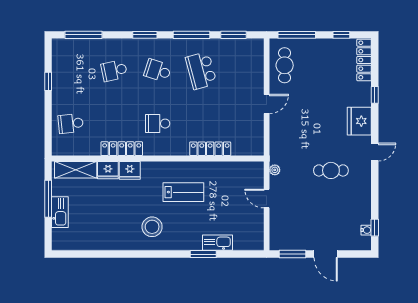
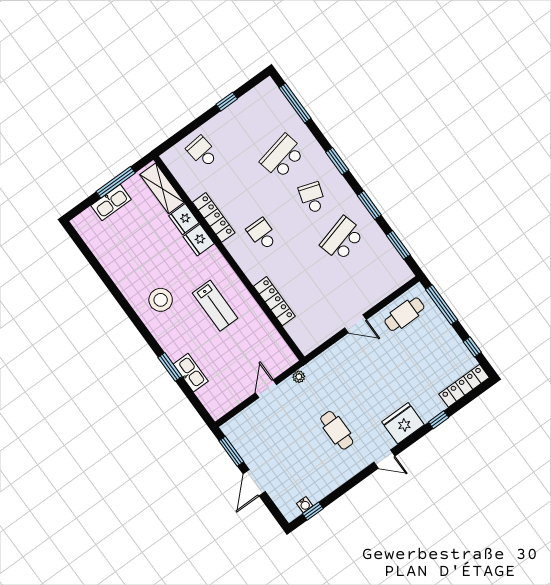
window: (192, 35) -> (369, 205), width x0.69
school desk: (114, 71) -> (282, 157), width x1.85

